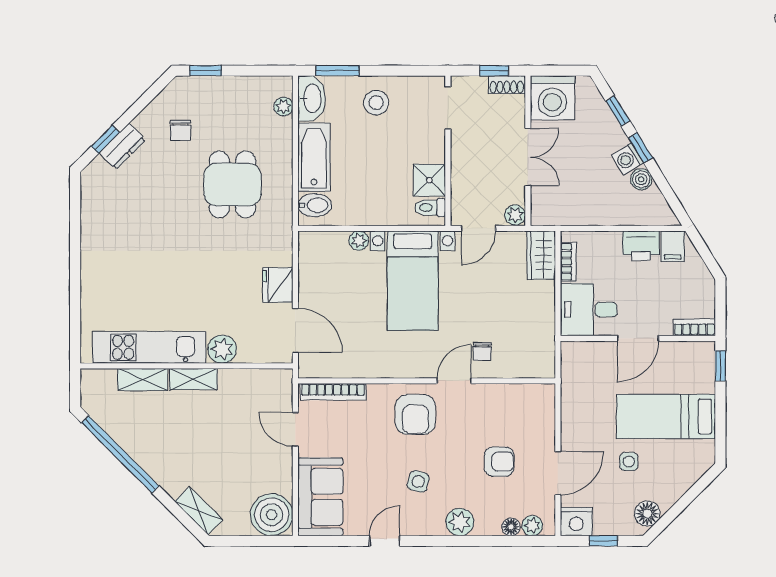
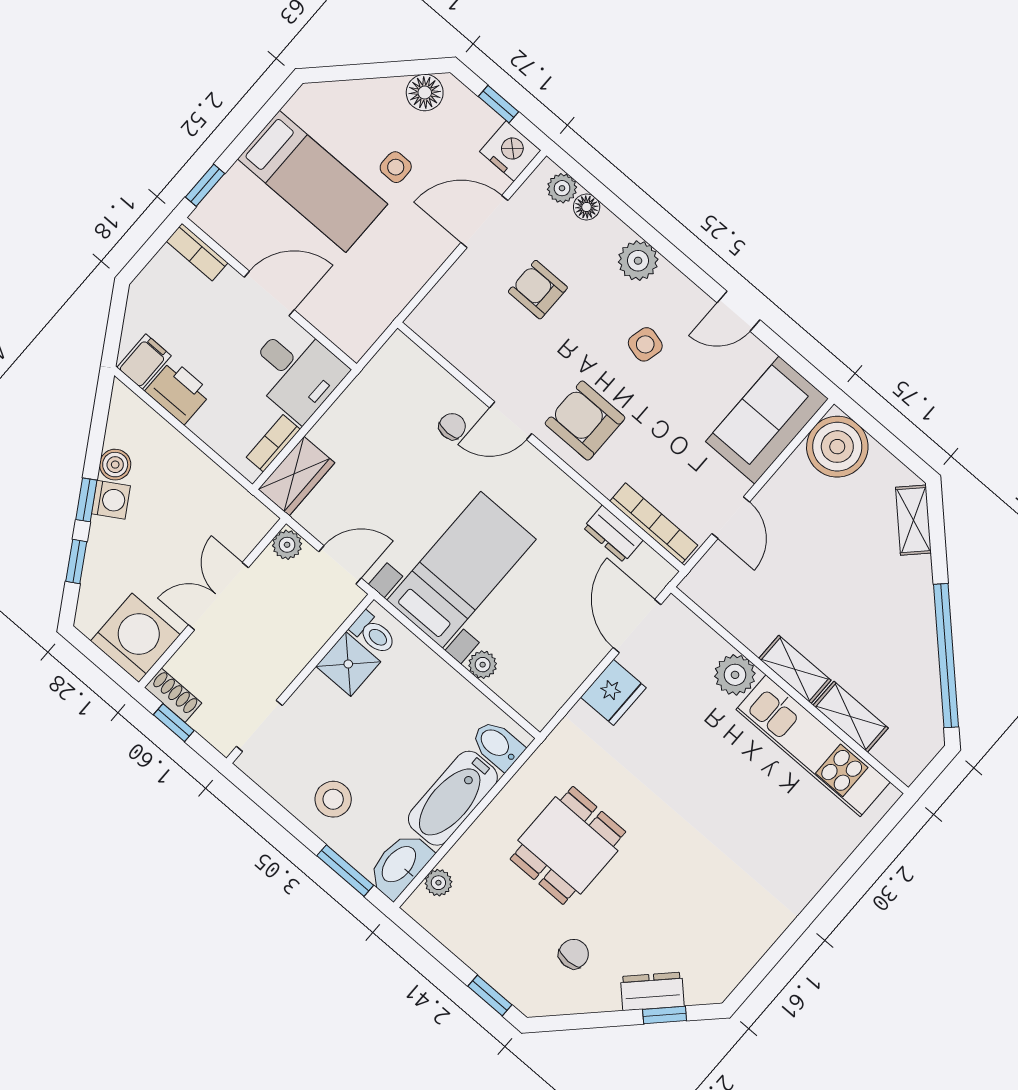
dresser: (350, 368) -> (613, 534), added
armchair: (415, 414) -> (585, 421), turned -90

